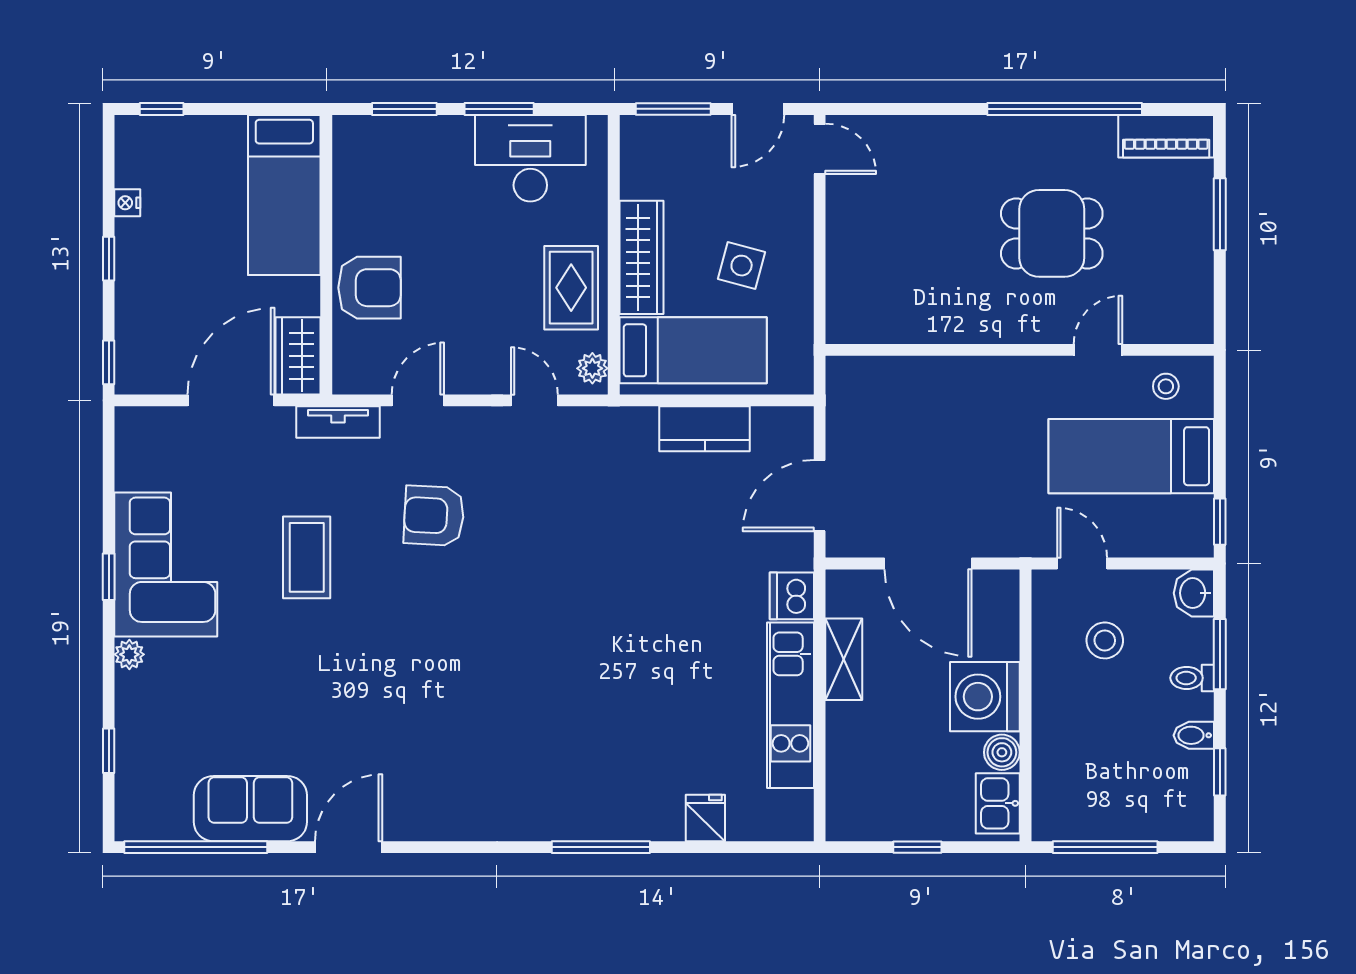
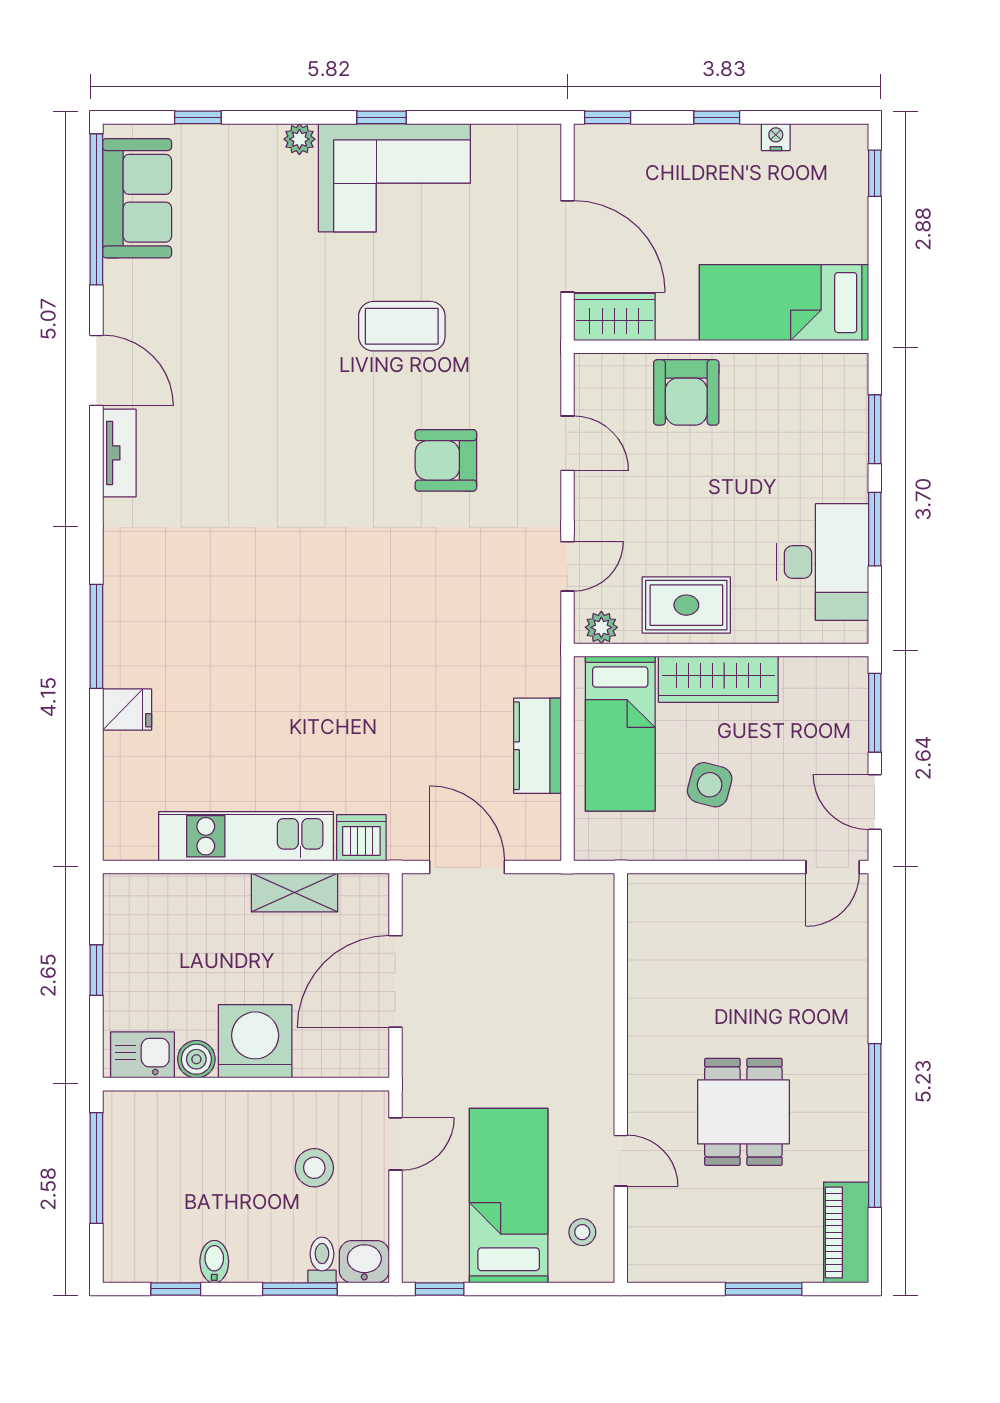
tv unit: (338, 422) -> (119, 453), moved, turned 180
armchair: (434, 516) -> (446, 460), turned -93
toilet: (1192, 678) -> (322, 1260), moved
sofa: (250, 809) -> (137, 198), moved
fridge: (705, 818) -> (127, 710), moved

